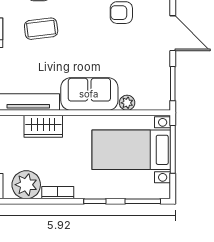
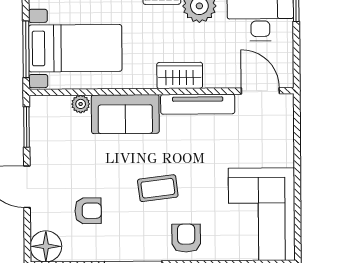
coffee table: (41, 29) -> (158, 188), moved

